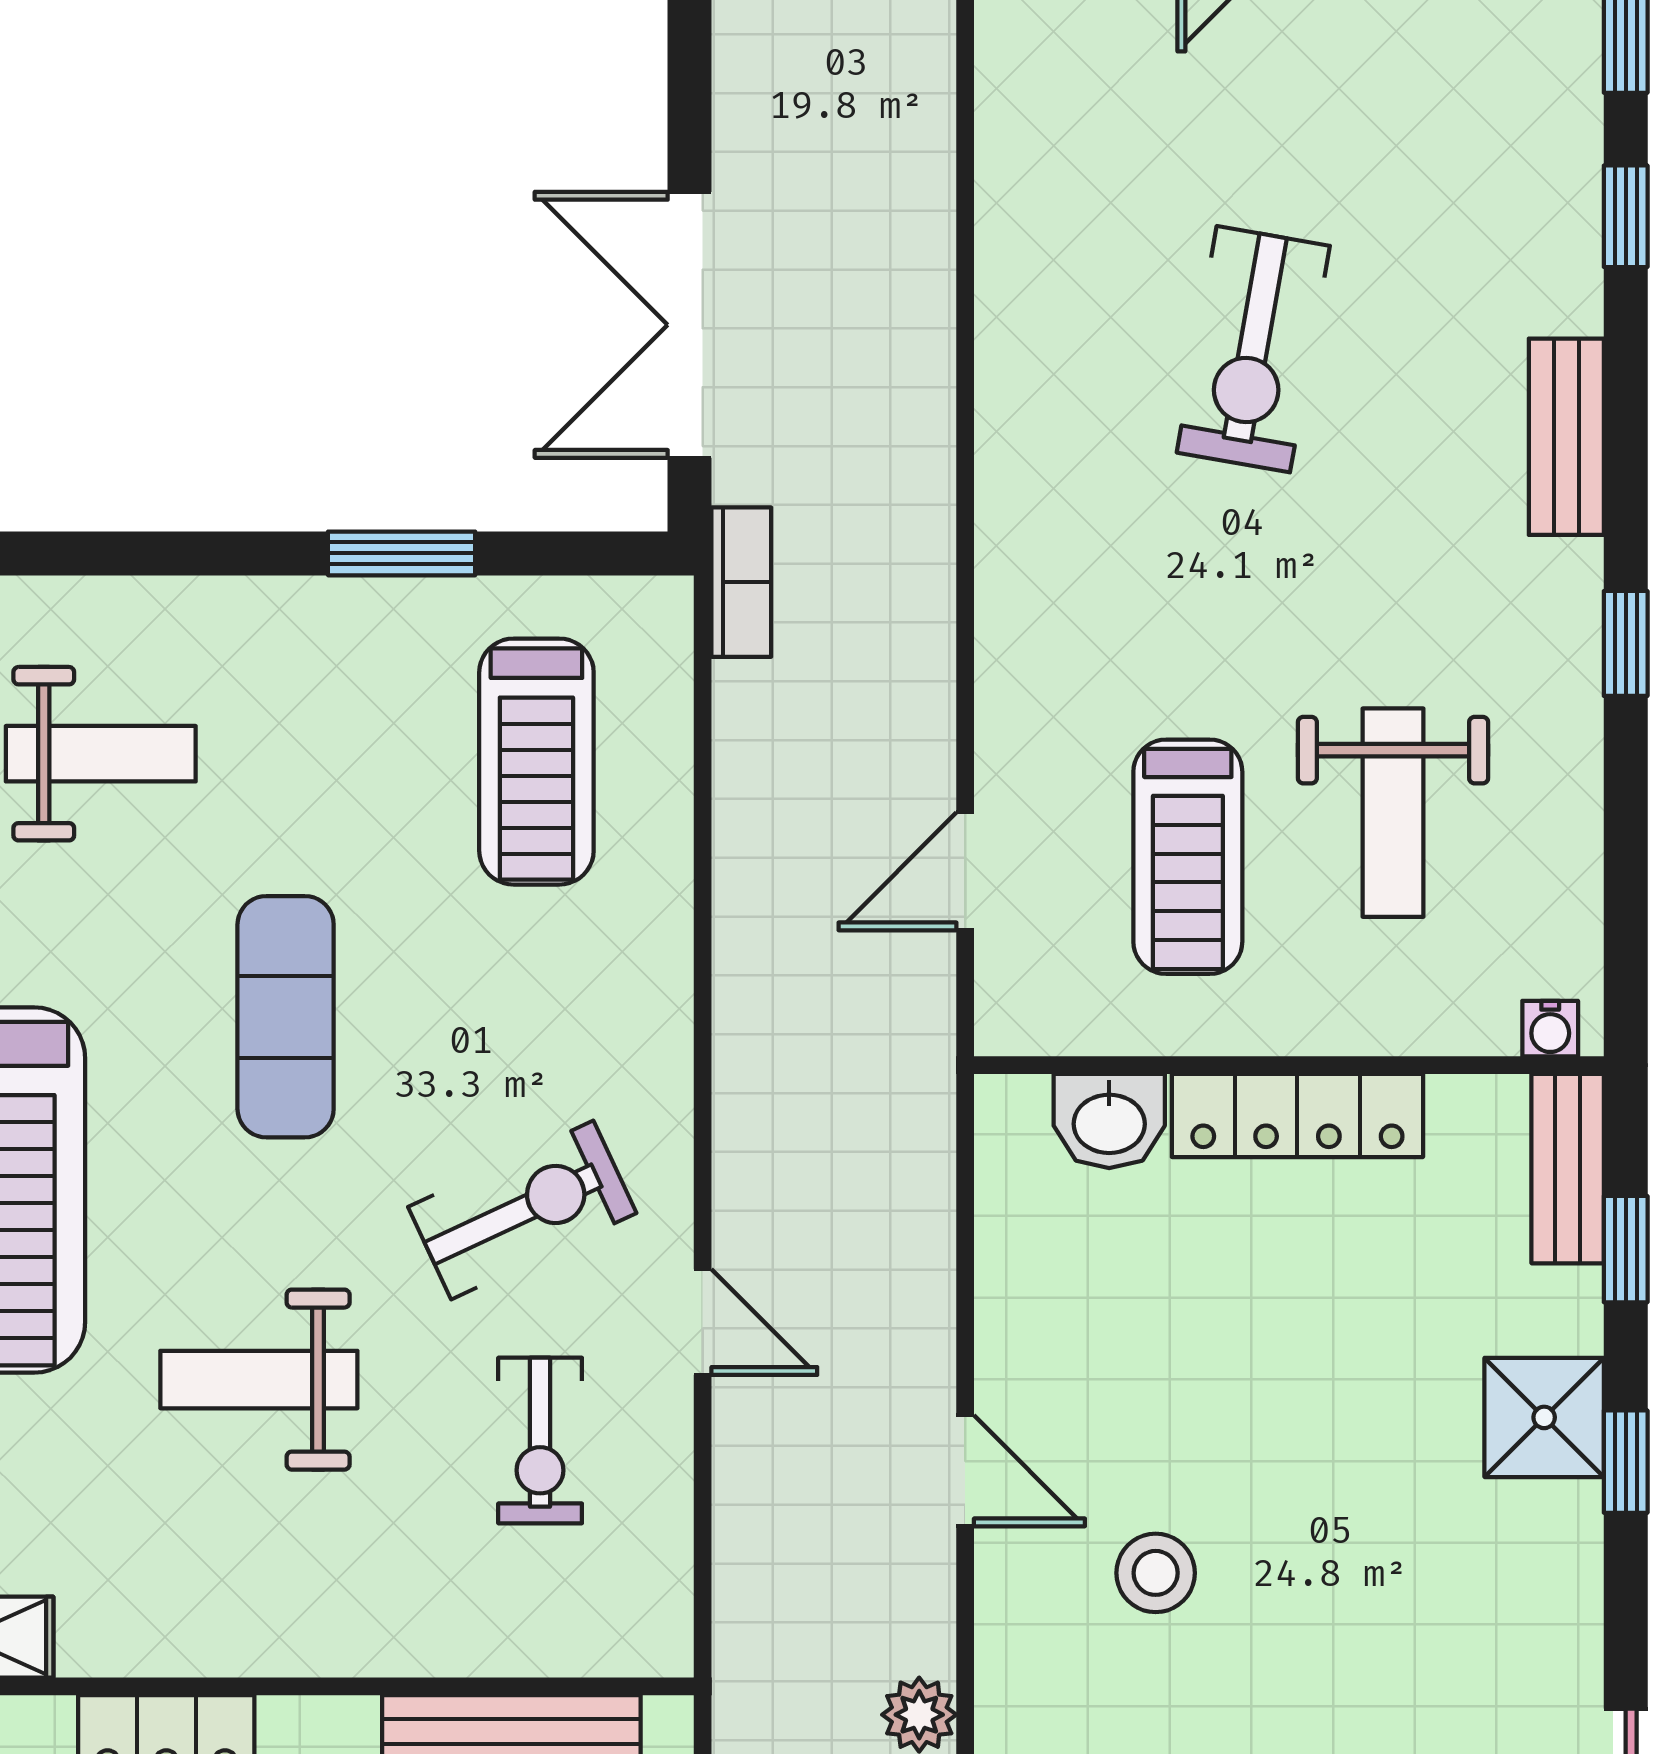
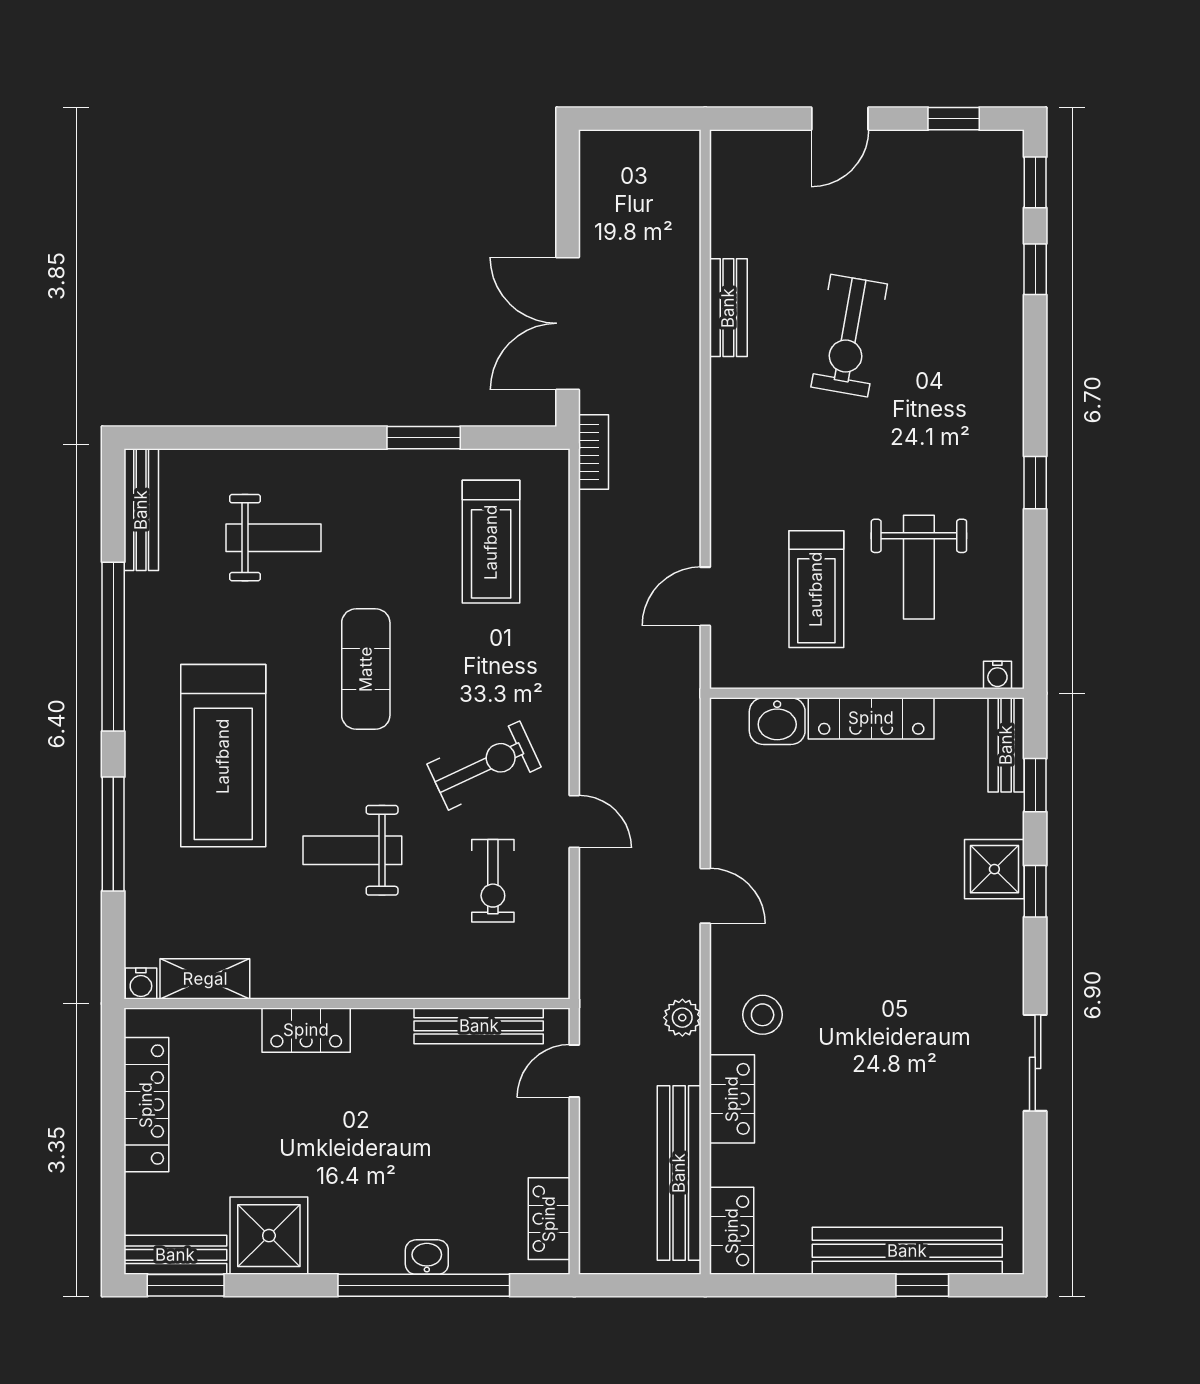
bench: (1566, 437) -> (728, 308), moved
stool: (1156, 1573) -> (763, 1015), moved

